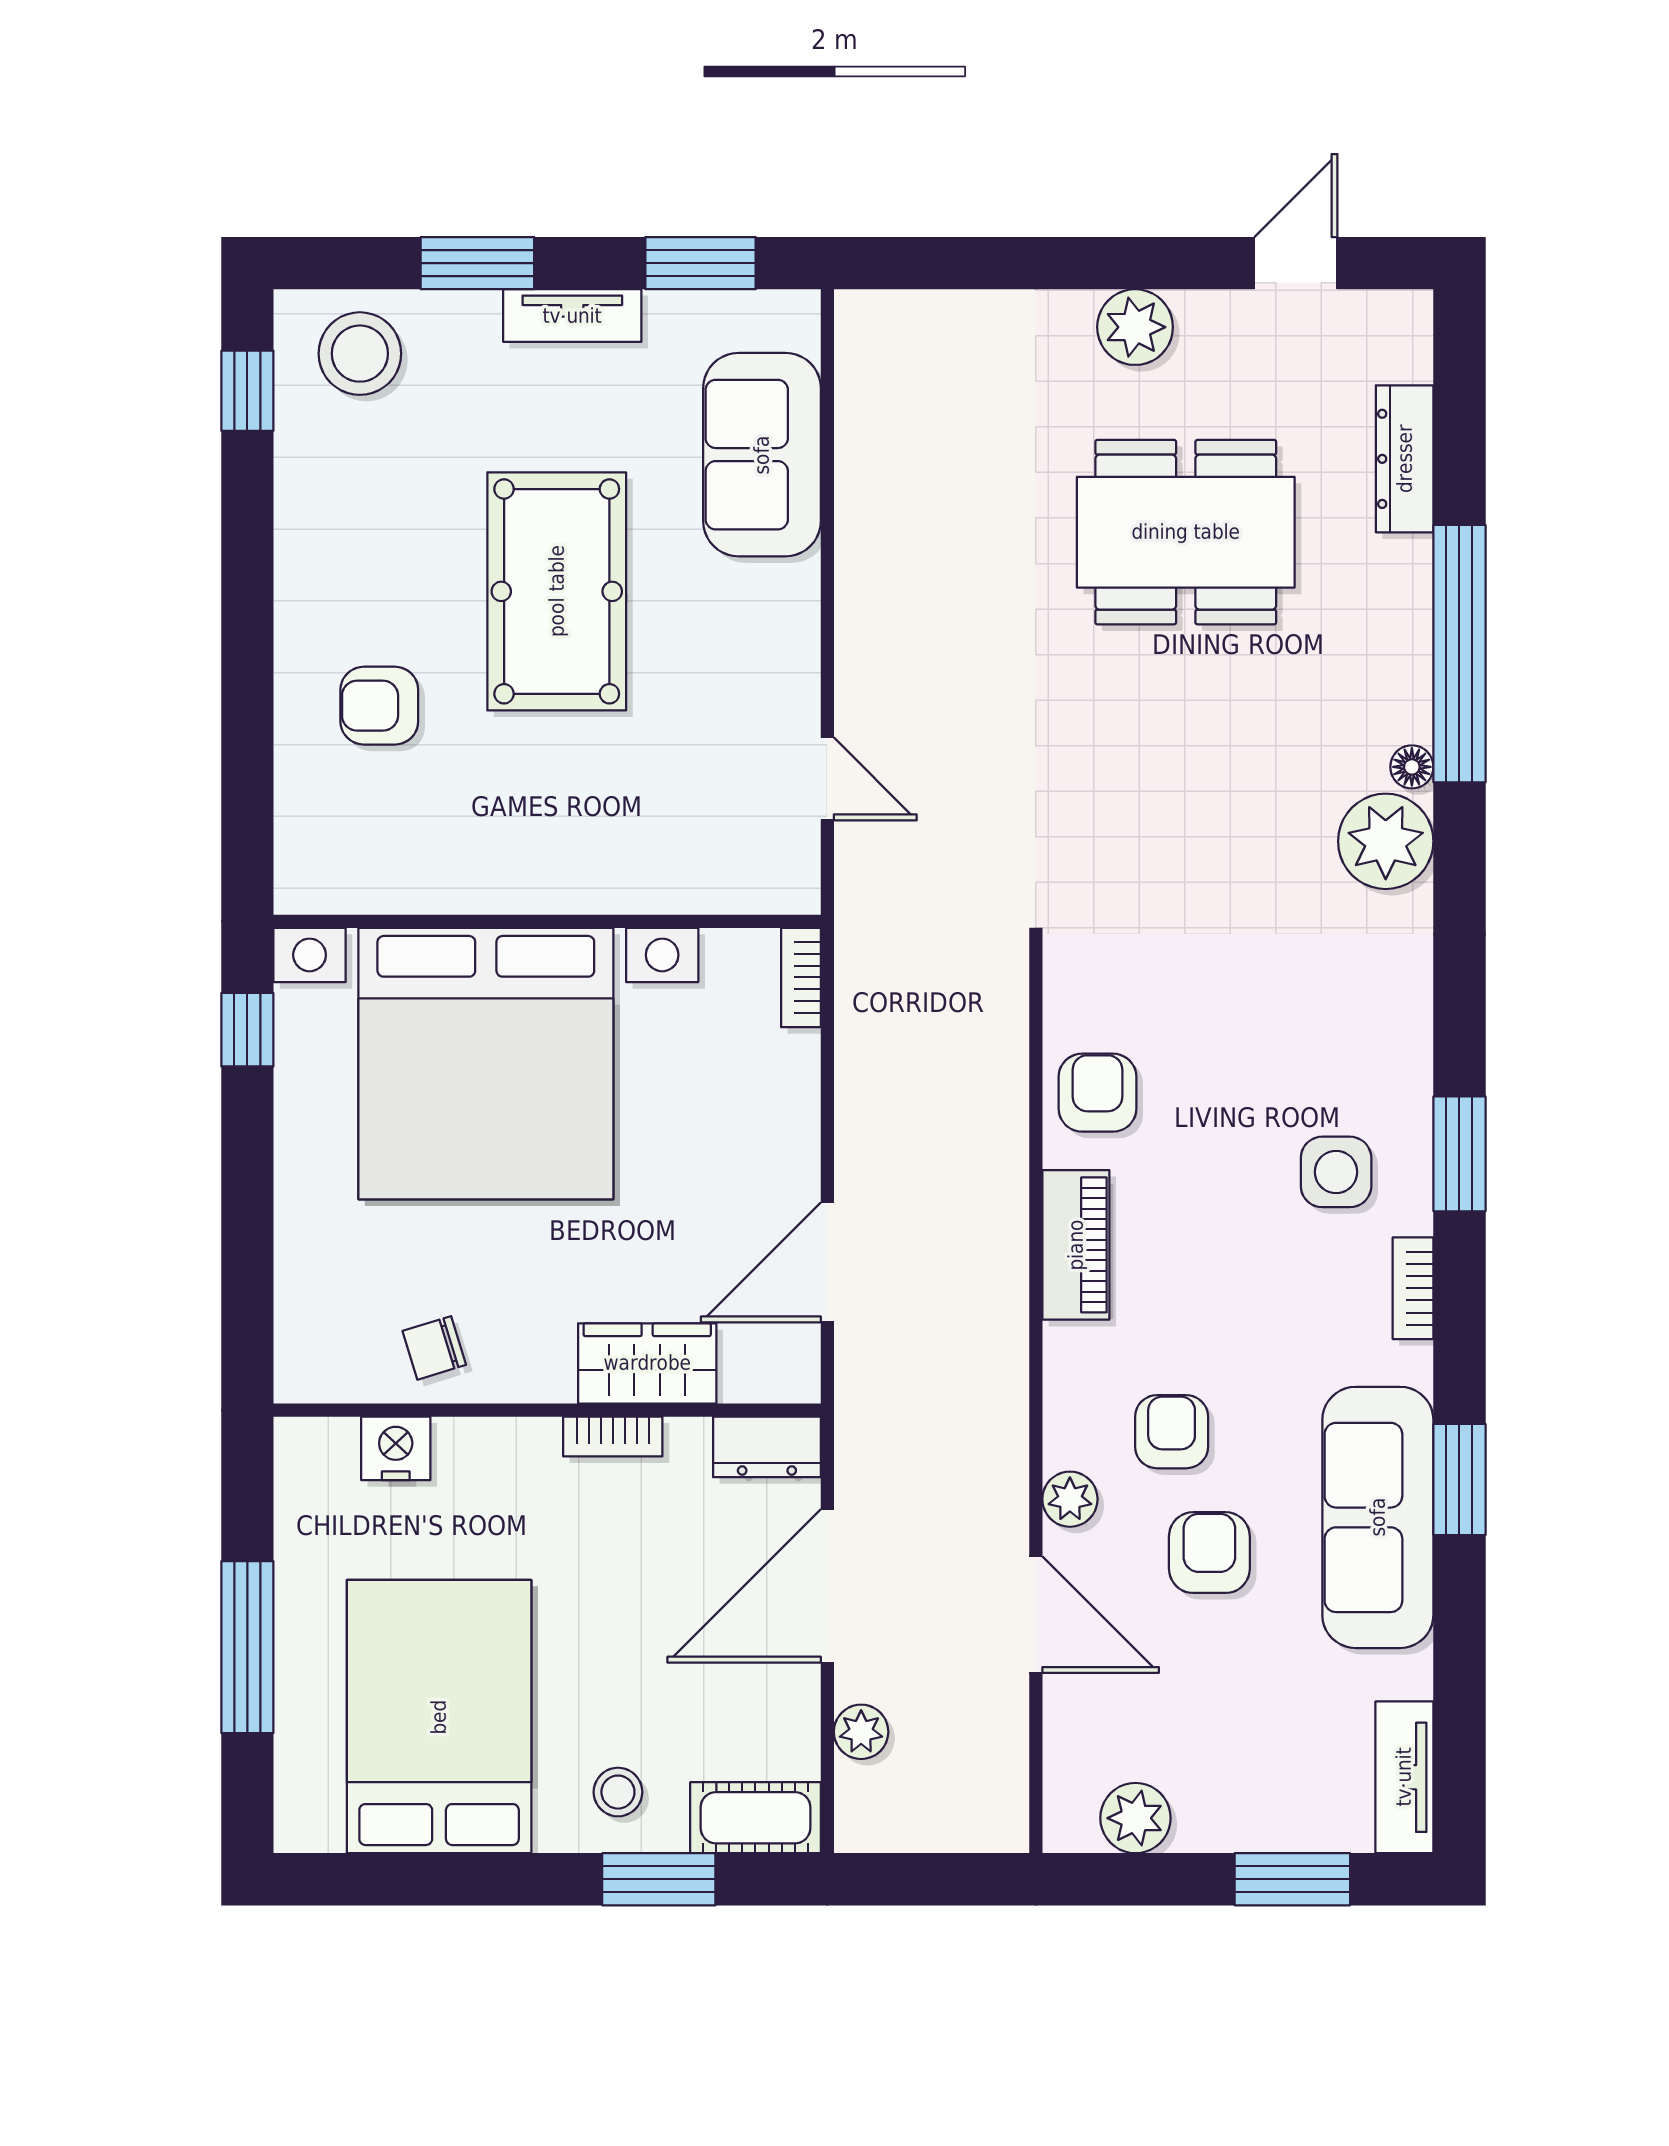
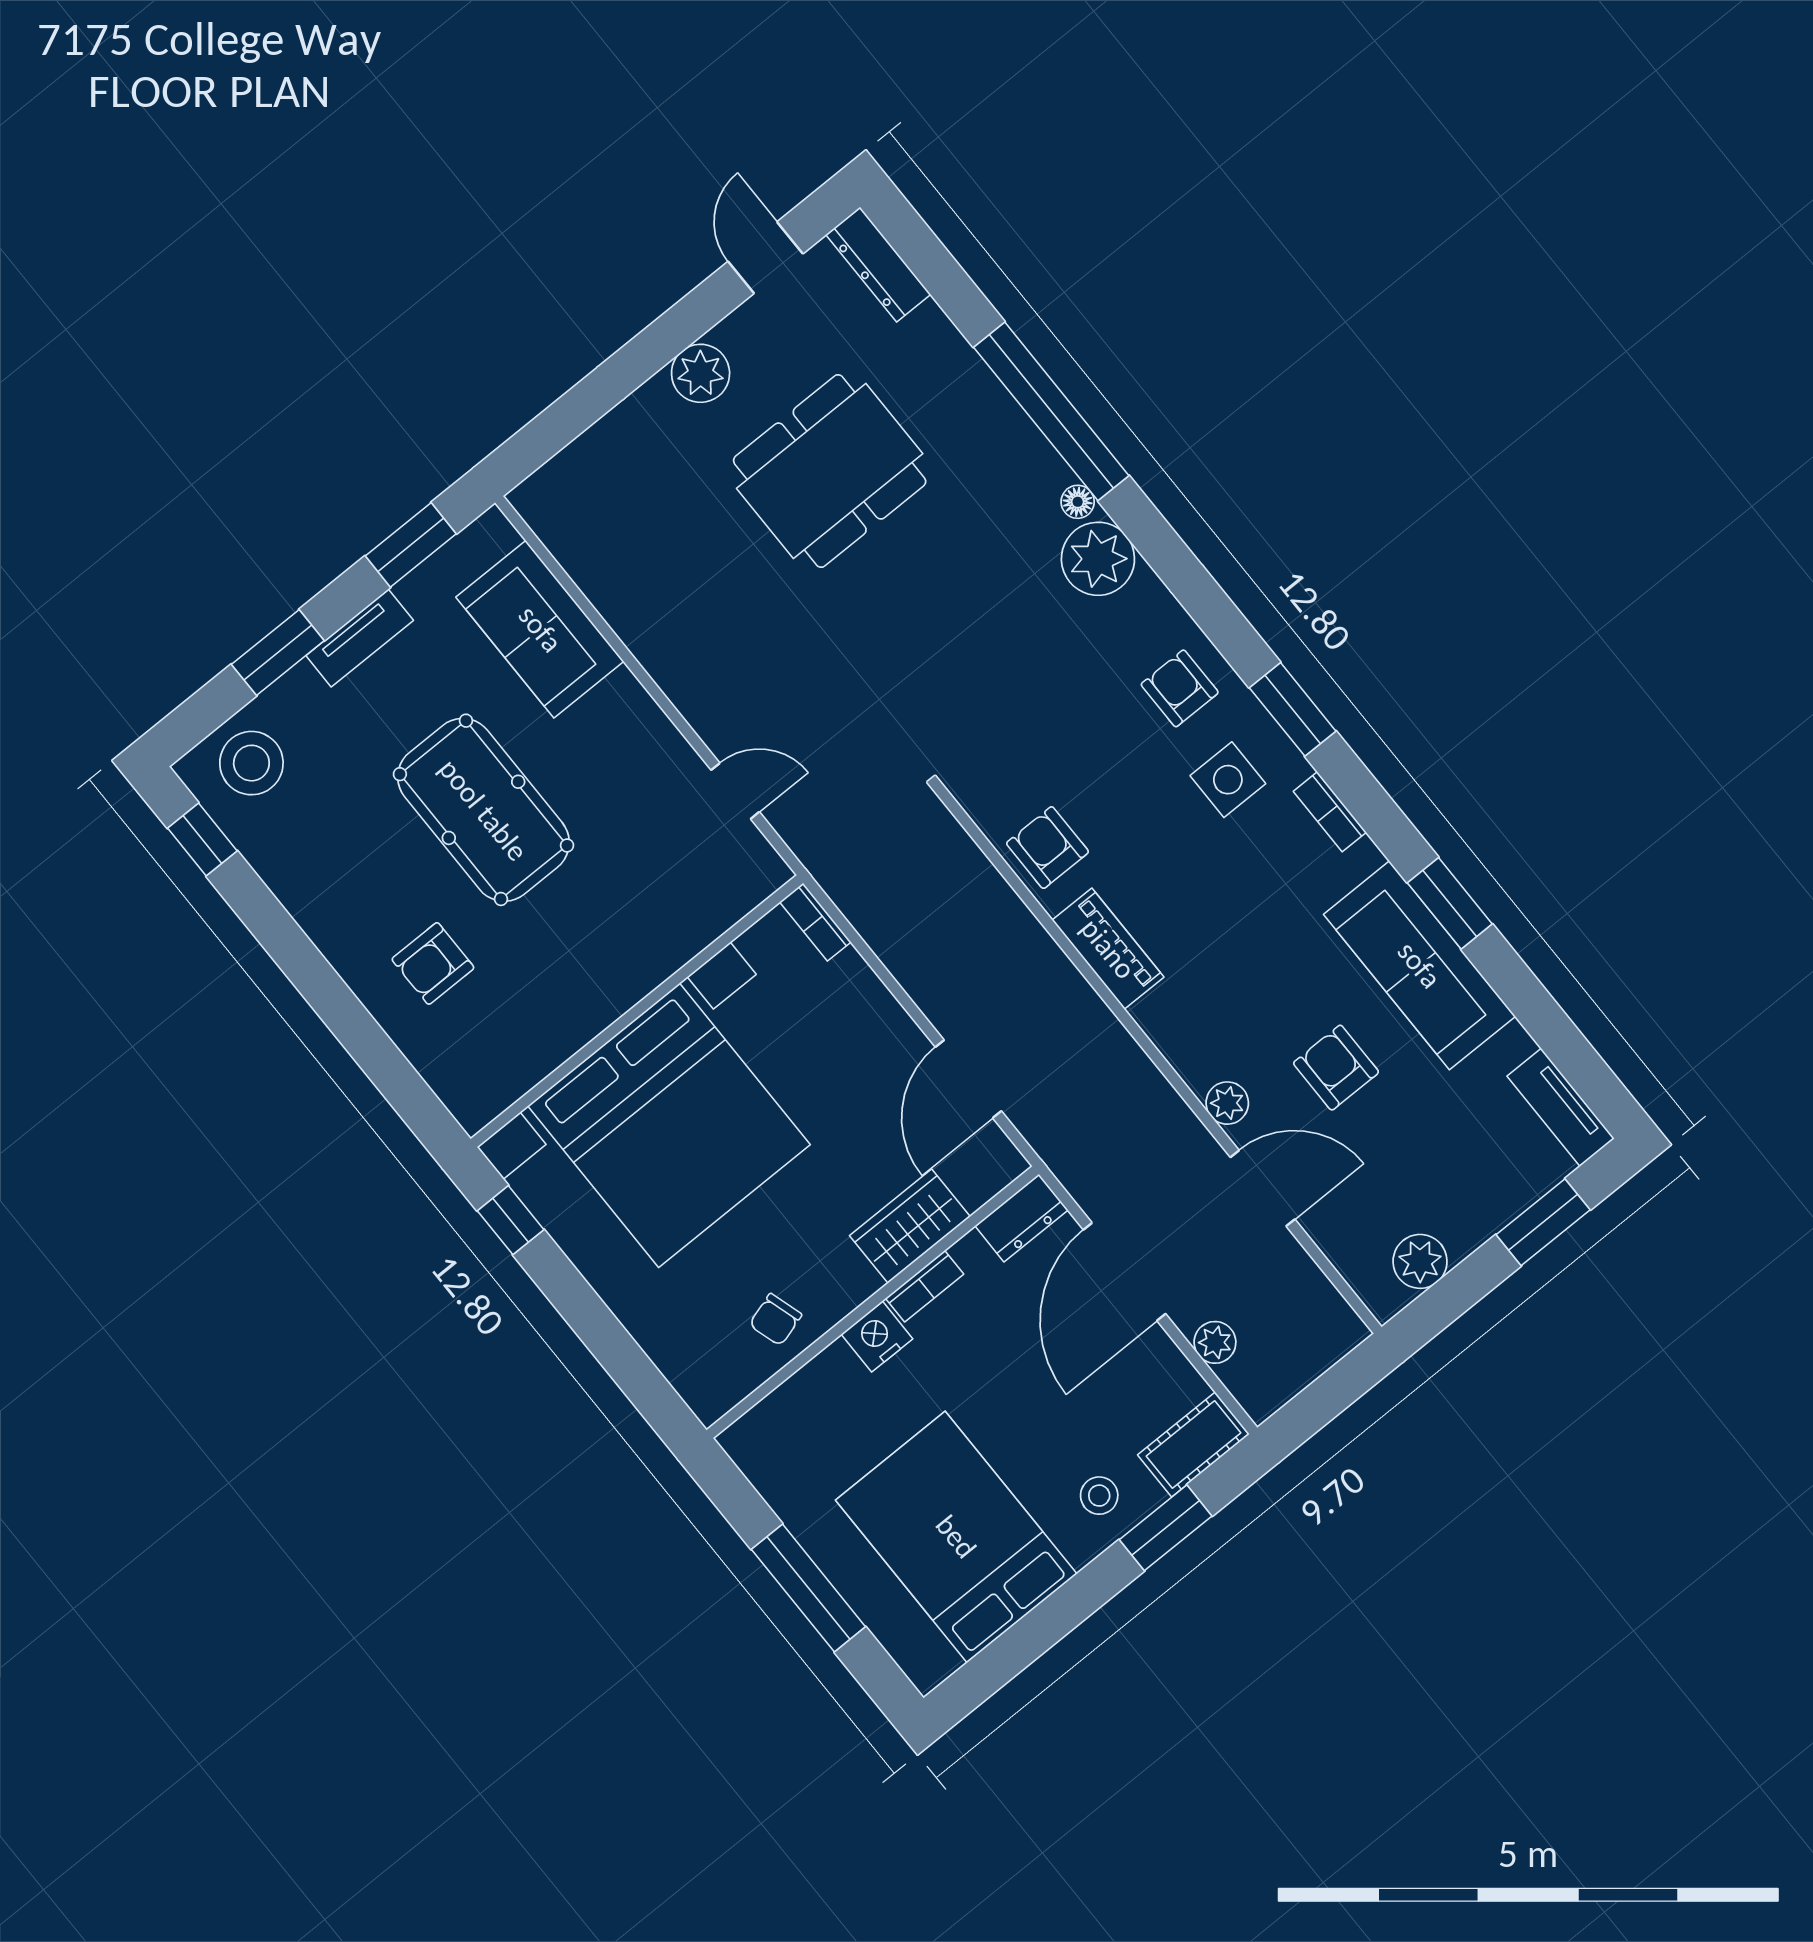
dresser: (1405, 459) -> (878, 264), moved
armchair: (1172, 1432) -> (1180, 688), moved
nightstand: (396, 1448) -> (877, 1337), moved

